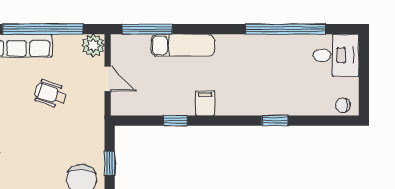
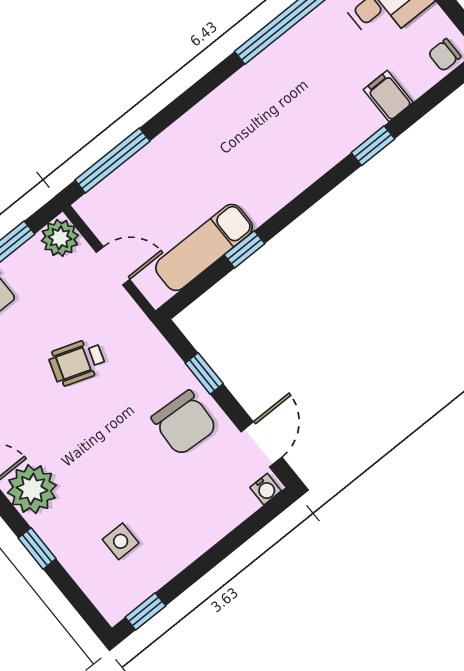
exam couch: (183, 45) -> (204, 247), moved, turned 180
wheelchair: (51, 94) -> (77, 362), moved
filing cabinet: (205, 103) -> (388, 96), moved

